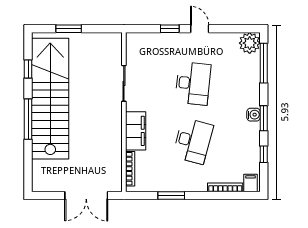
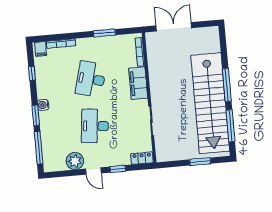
locker: (139, 39) -> (142, 158), added
plant: (250, 43) -> (75, 161), moved
window: (28, 69) -> (230, 126), width x2.17
window: (264, 118) -> (36, 115), moved

